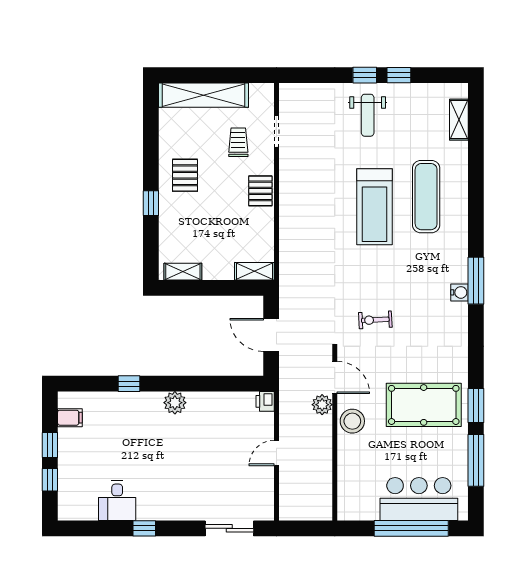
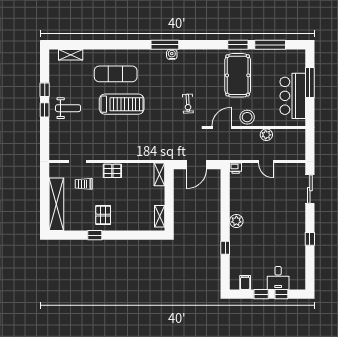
pallet: (185, 175) -> (103, 215), turned 90
window: (151, 203) -> (95, 235), moved
plant: (322, 405) -> (266, 135), moved
bar counter: (419, 499) -> (293, 96), moved
desk: (117, 501) -> (278, 278), moved, turned 90
window: (411, 528) -> (310, 83), width x0.68

